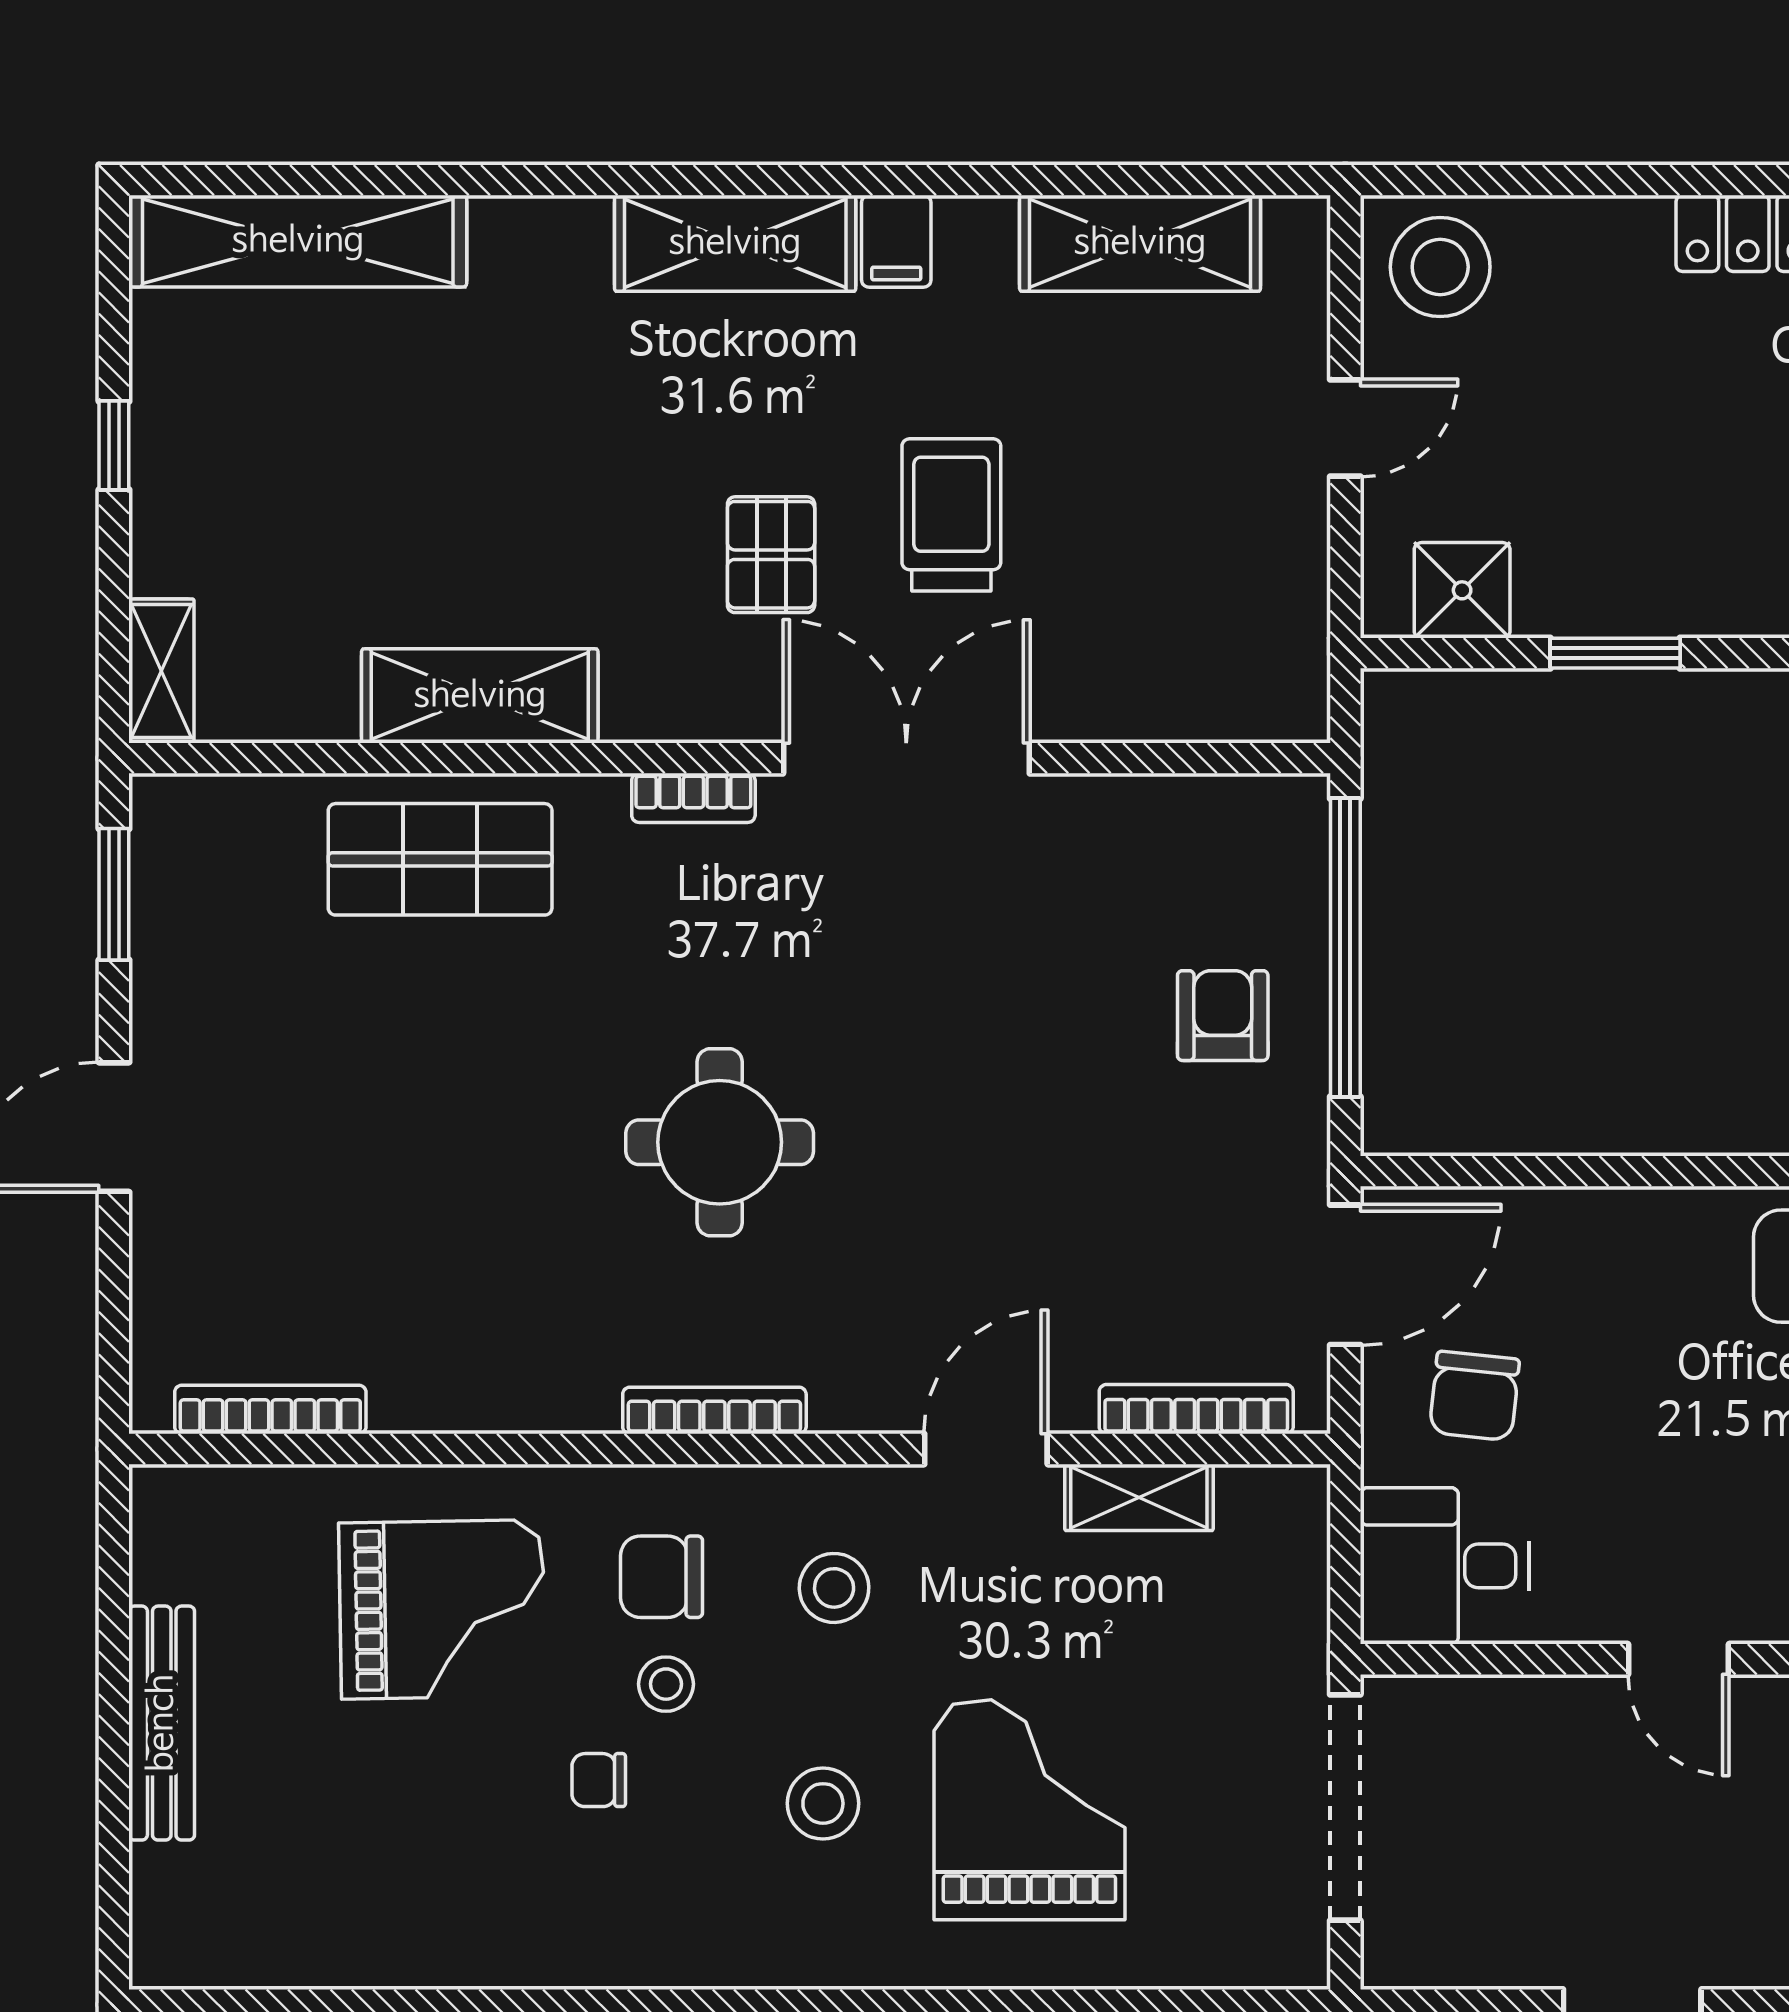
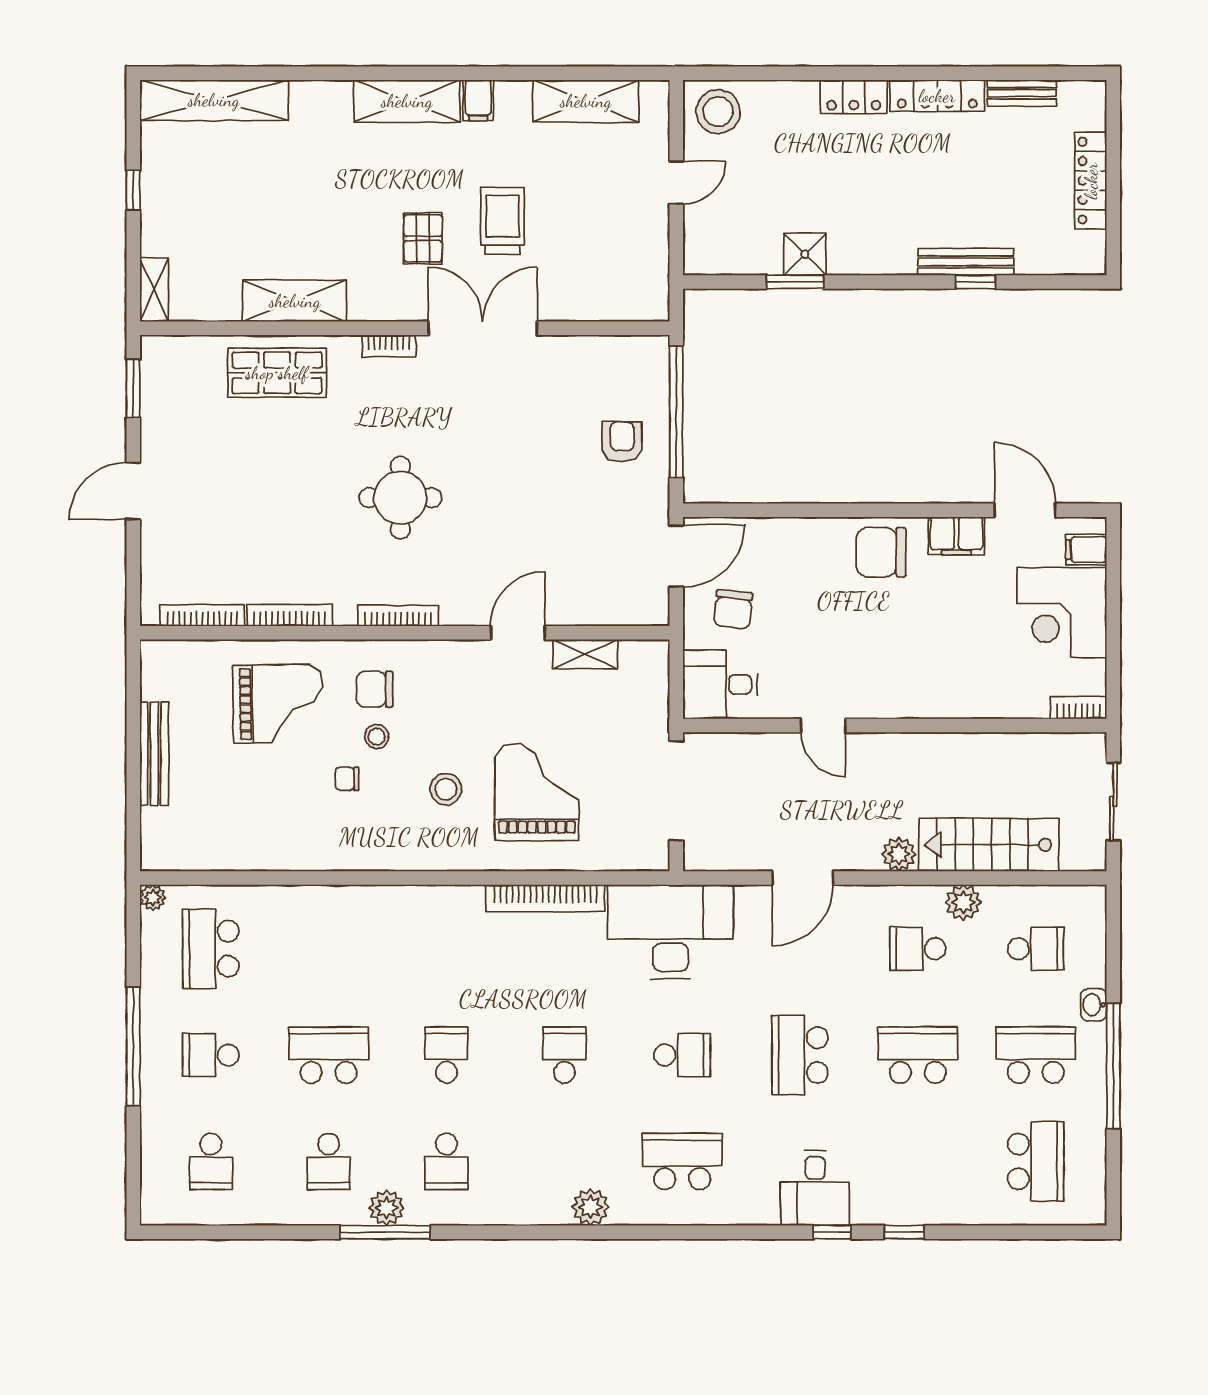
shower: (1462, 590) -> (805, 254), moved
bookcase: (1196, 1409) -> (290, 615), moved
stool: (834, 1588) -> (451, 694), removed

